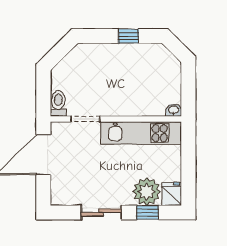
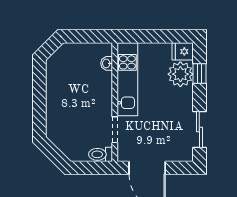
window: (128, 36) -> (39, 91), removed
washbasin: (174, 110) -> (107, 63), moved
sliding door: (101, 212) -> (199, 129), moved

